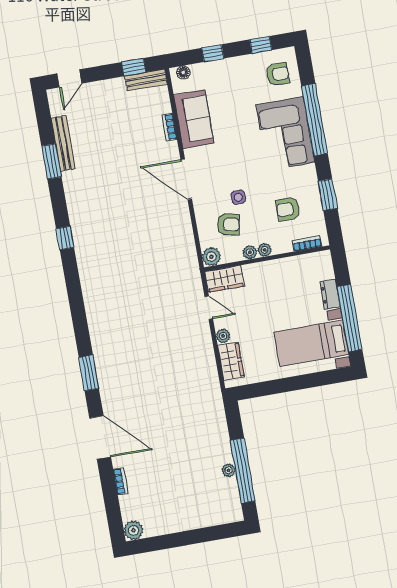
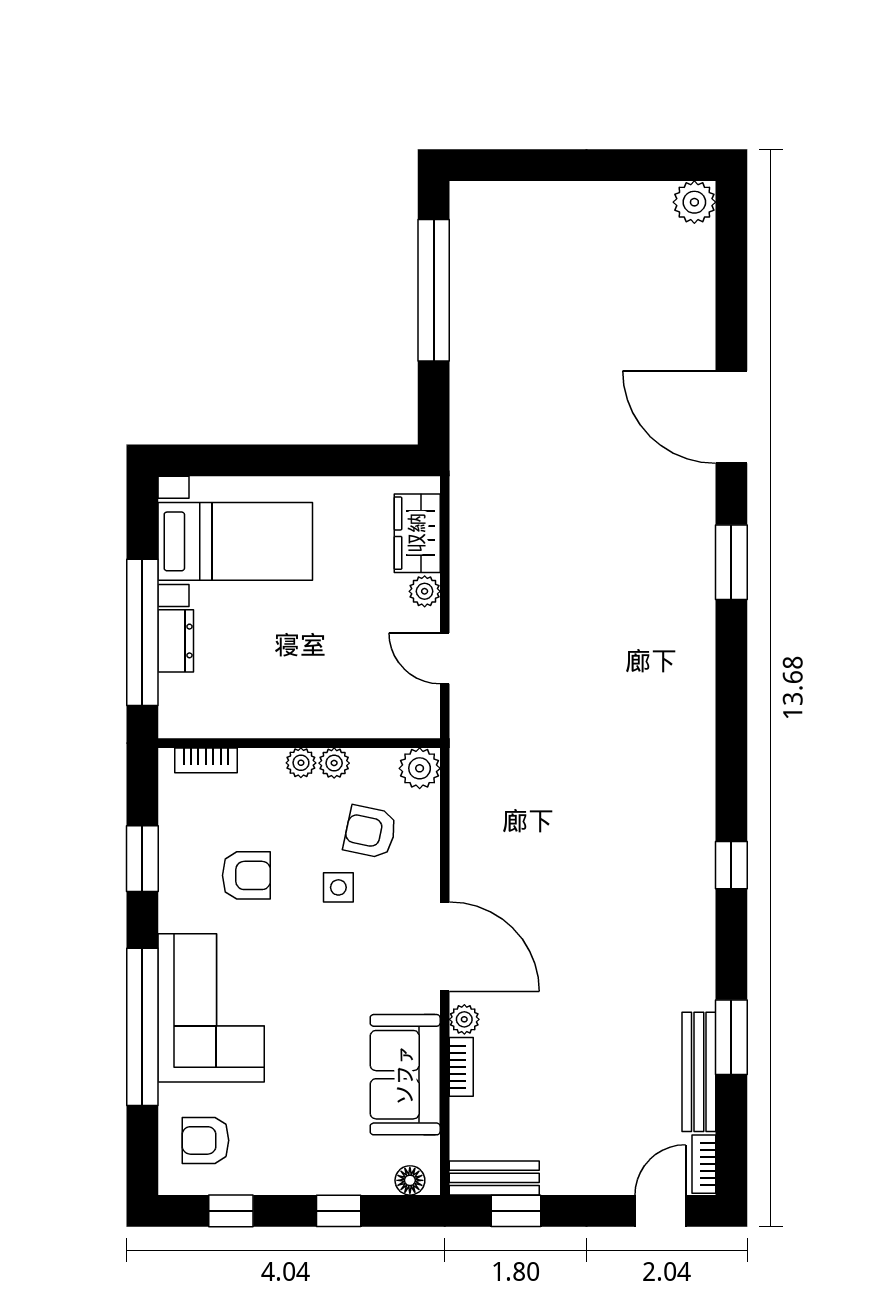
armchair: (288, 209) -> (246, 875), moved
wardrobe: (225, 279) -> (399, 715), removed
window: (350, 318) -> (142, 632), moved
plant: (229, 470) -> (464, 1019), moved
bookcase: (120, 481) -> (704, 1164), moved

